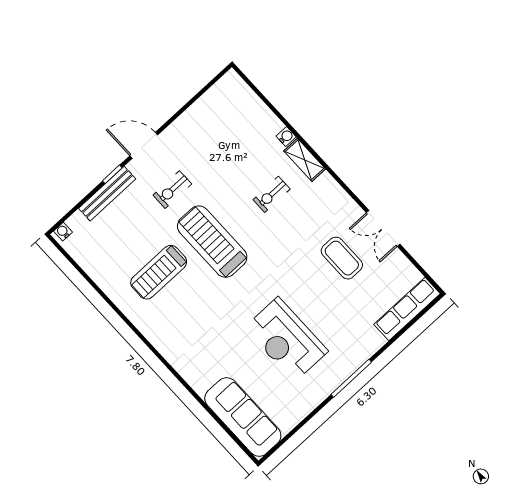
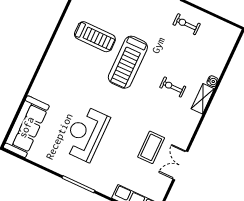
exercise bike: (172, 190) -> (187, 24), moved
treadmill: (212, 242) -> (128, 62), turned 180
treadmill: (159, 272) -> (95, 37), turned 180

